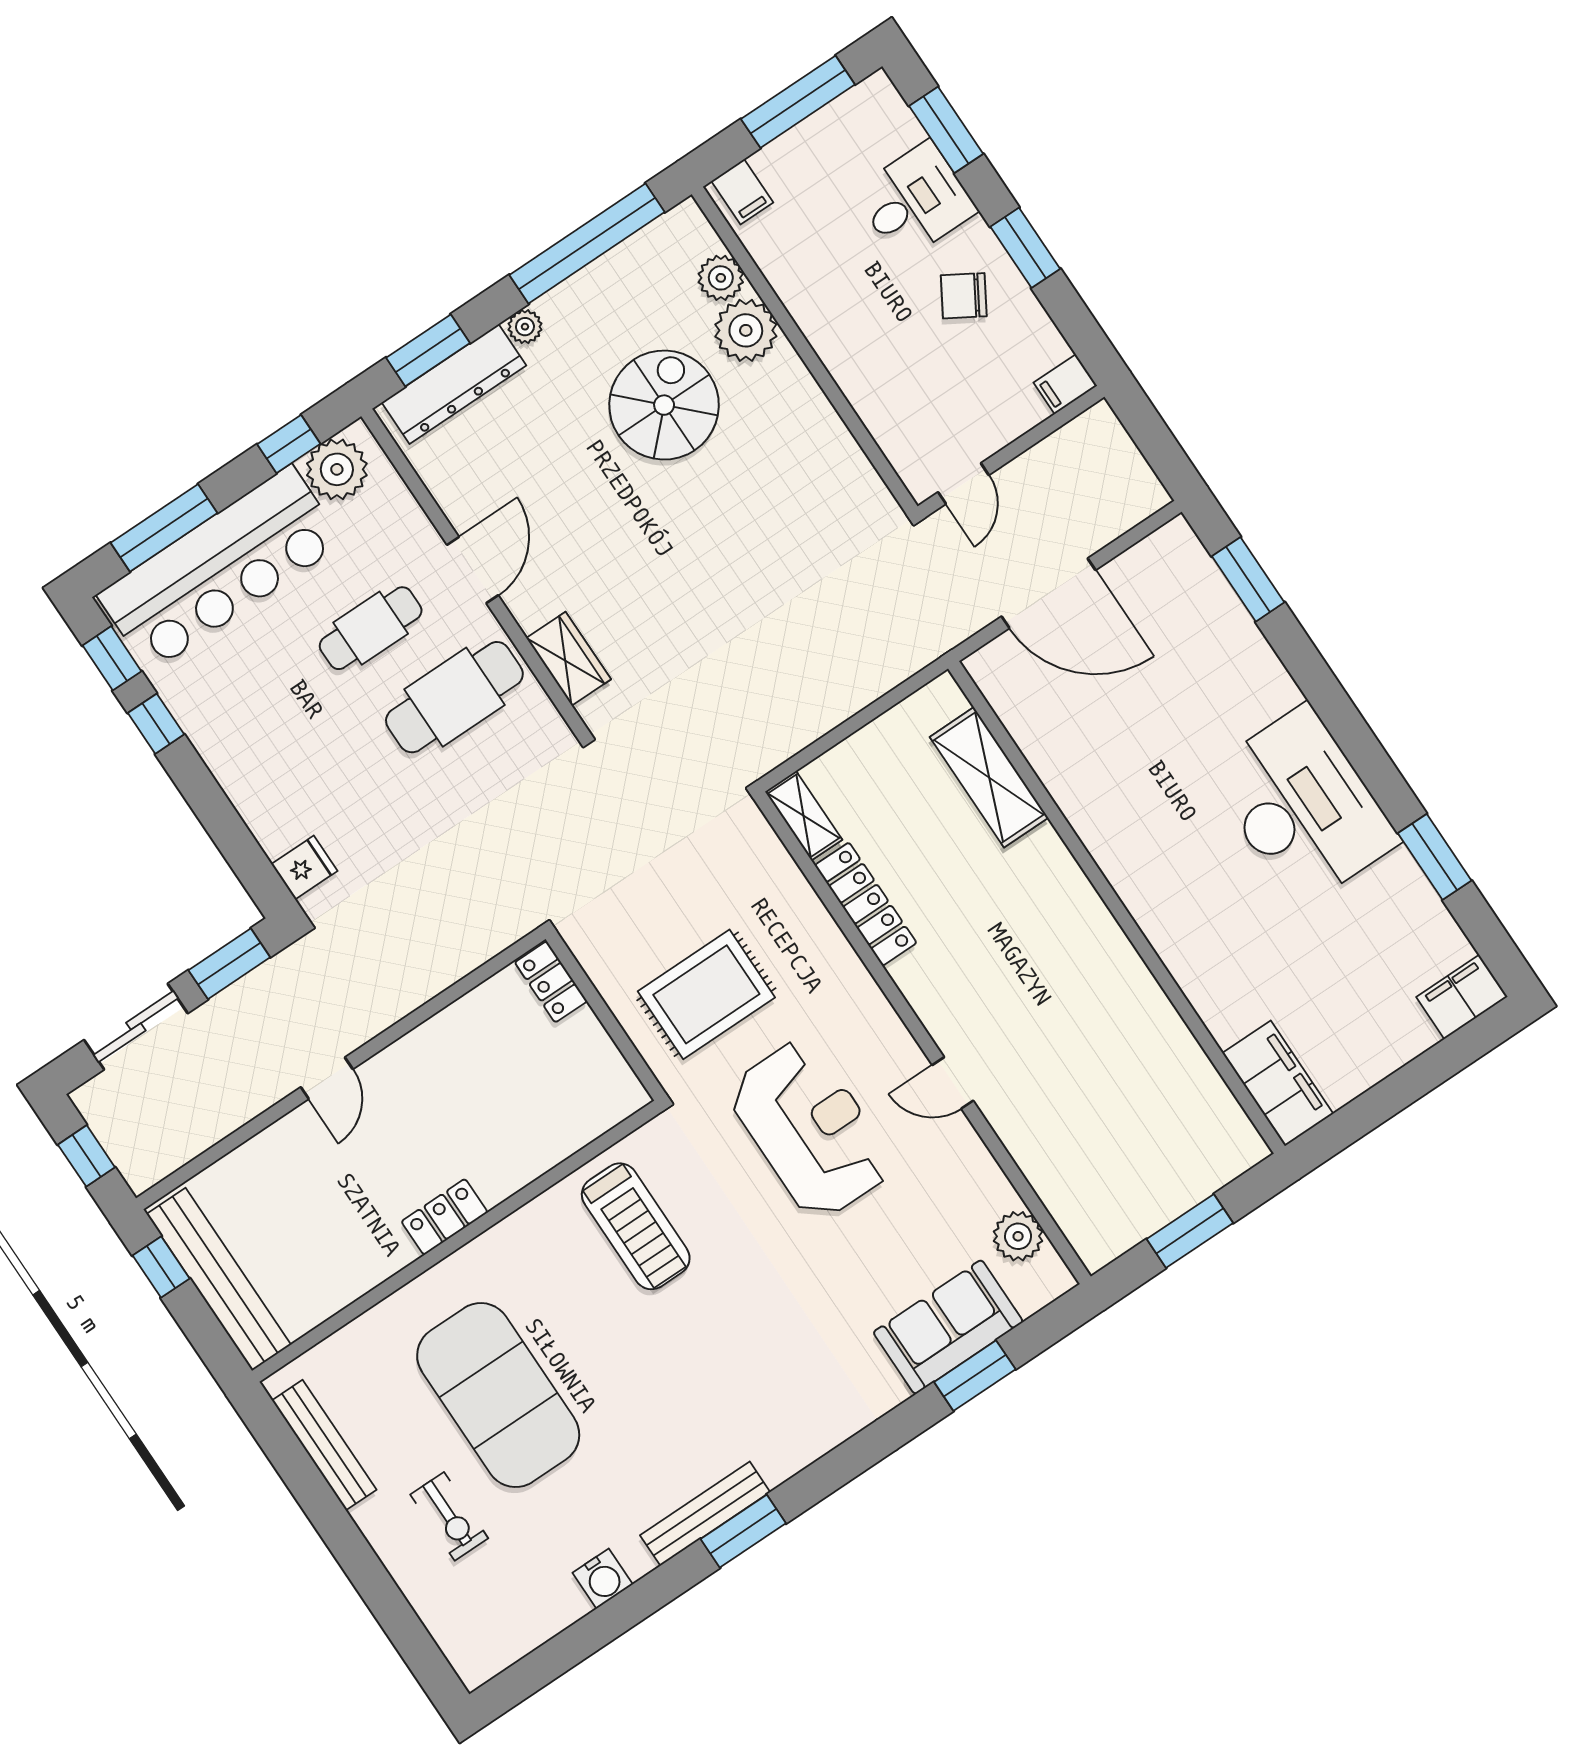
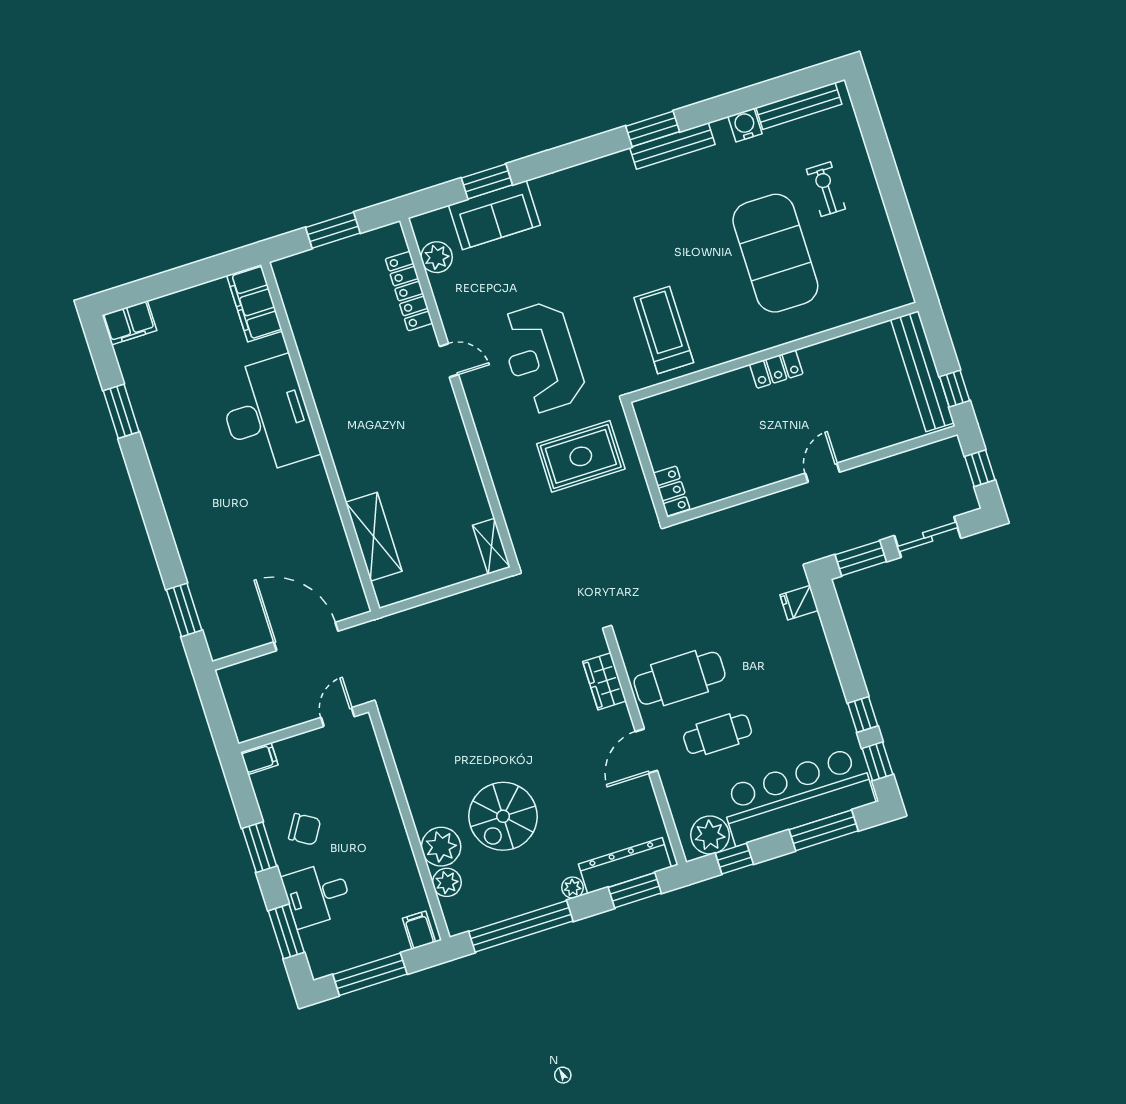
desk: (1303, 806) -> (267, 415), moved, turned 180
locker: (866, 904) -> (409, 291), moved
bench: (324, 1445) -> (799, 106), moved, turned 90

